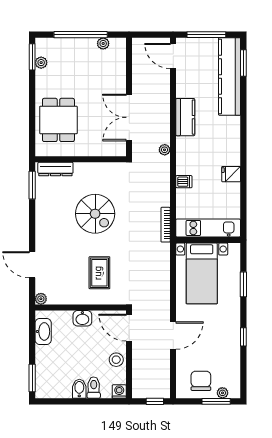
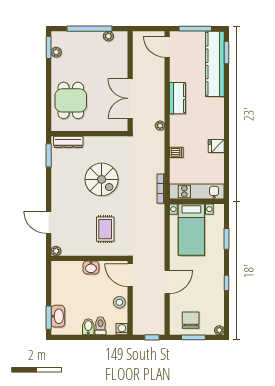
washbasin: (43, 331) -> (58, 316), moved
plant: (222, 393) -> (219, 330), moved
window: (216, 401) -> (193, 337), moved

